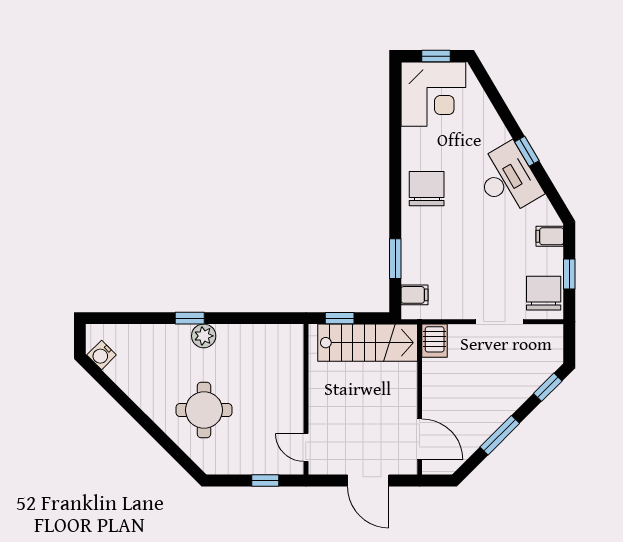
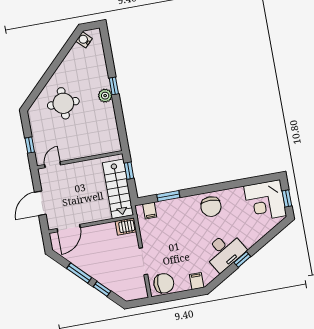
chair: (427, 189) -> (211, 207), turned 90
window: (569, 274) -> (177, 296), removed
window: (548, 387) -> (102, 289), moved

